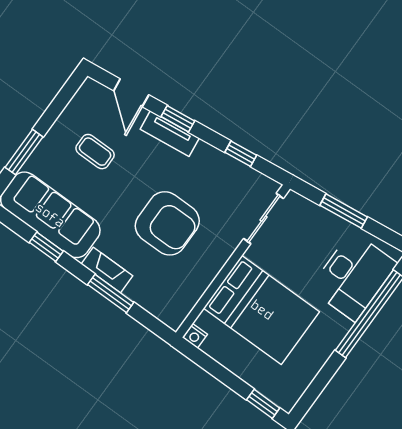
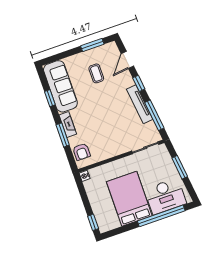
tv unit: (170, 134) -> (140, 104), moved, width x1.41
window: (24, 152) -> (92, 45), moved
window: (241, 154) -> (154, 115), width x2.17
armchair: (167, 223) -> (81, 152), moved, width x0.53, depth x0.53
bed: (262, 310) -> (129, 199), moved, turned 180

